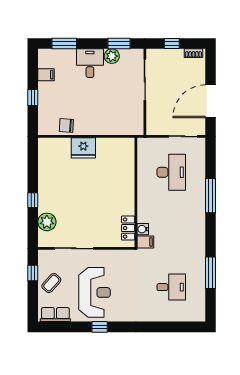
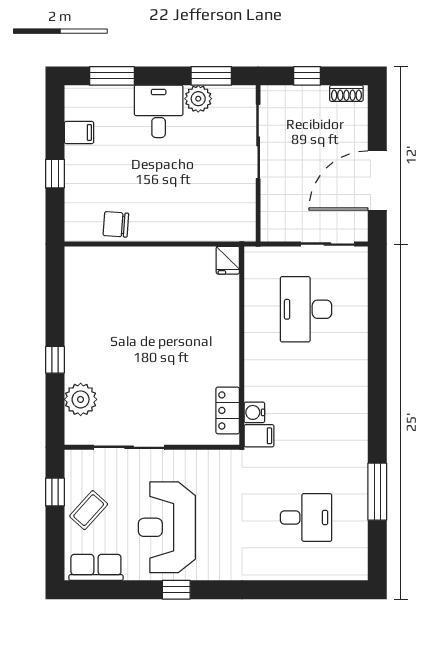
fridge: (83, 148) -> (228, 260), moved, width x0.53, depth x0.75
desk: (171, 172) -> (306, 309), turned 180
window: (211, 196) -> (377, 352), removed
reception desk: (95, 292) -> (167, 527), turned 180

